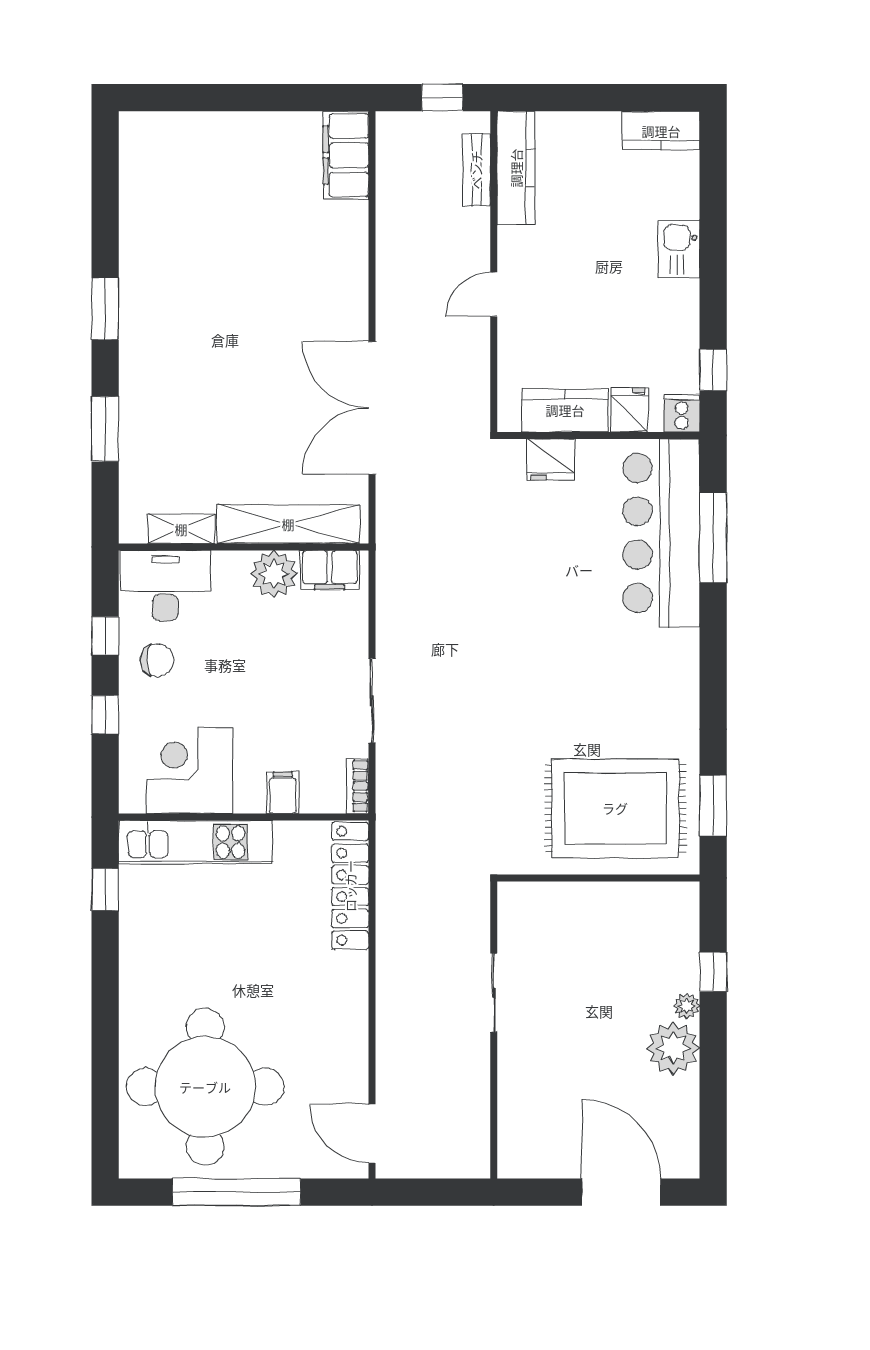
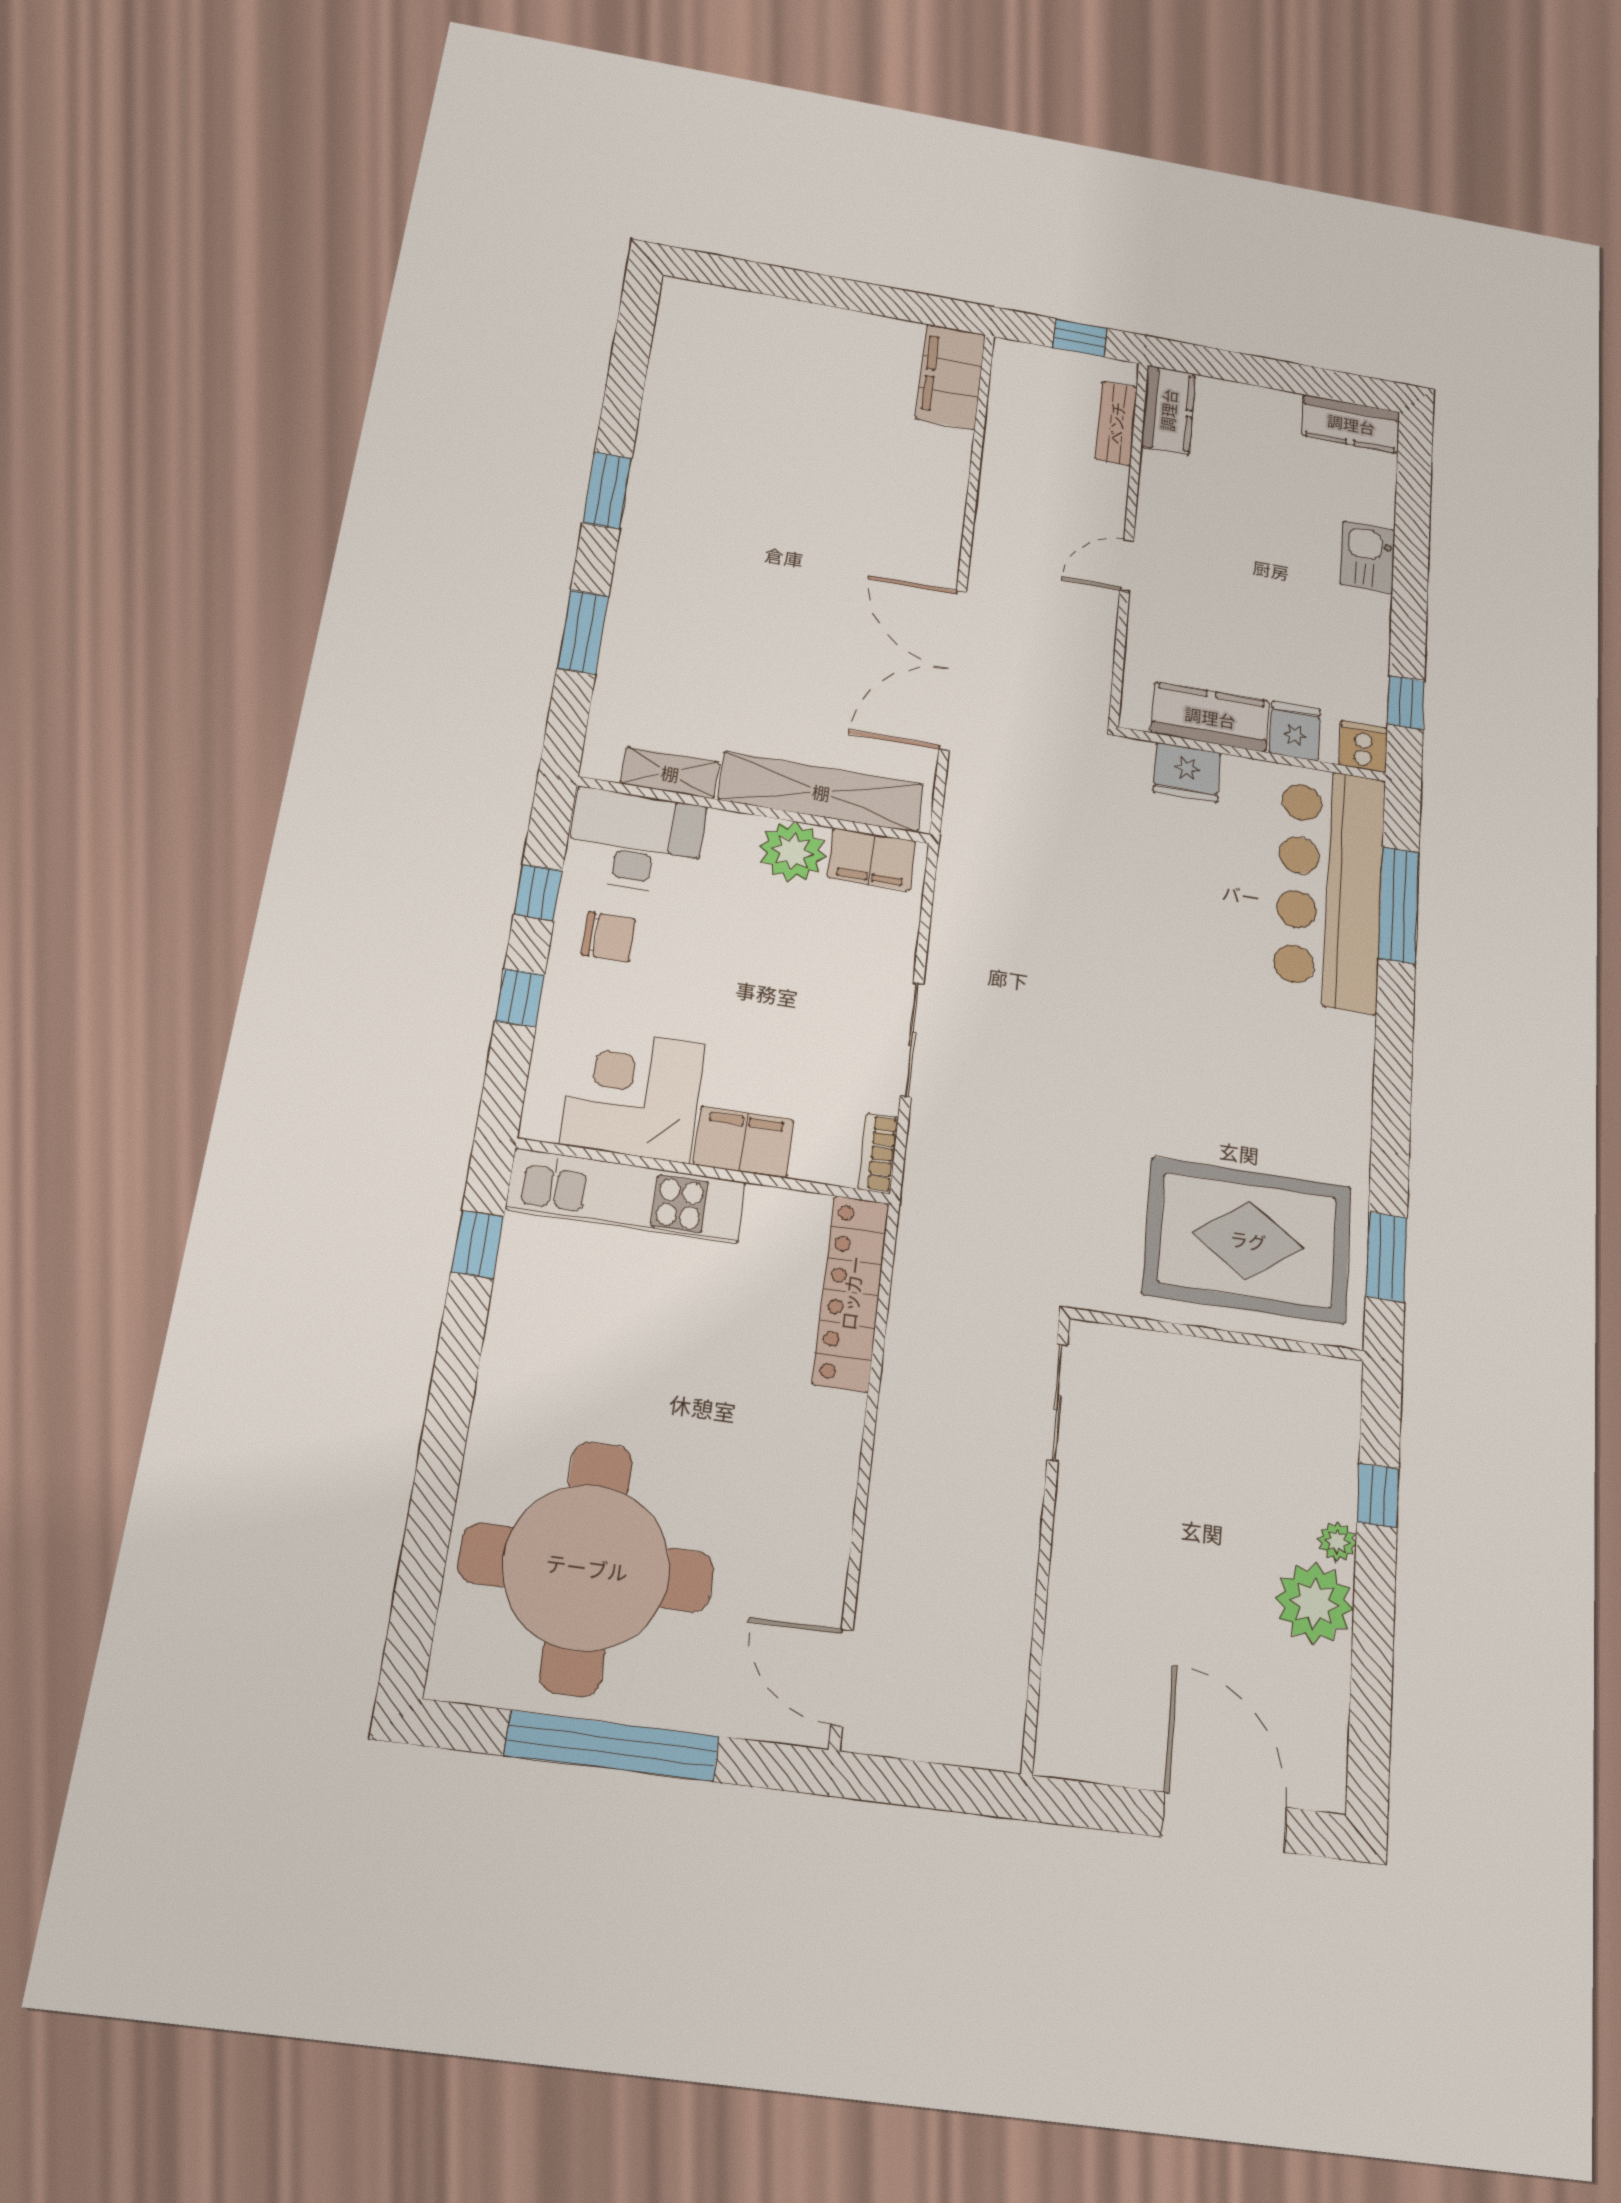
kitchen counter: (516, 168) -> (1168, 410), width x0.67
filing cabinet: (283, 793) -> (744, 1142), width x2.00
sliding door: (494, 993) -> (1057, 1402), moved

